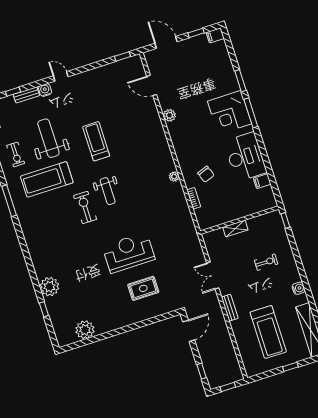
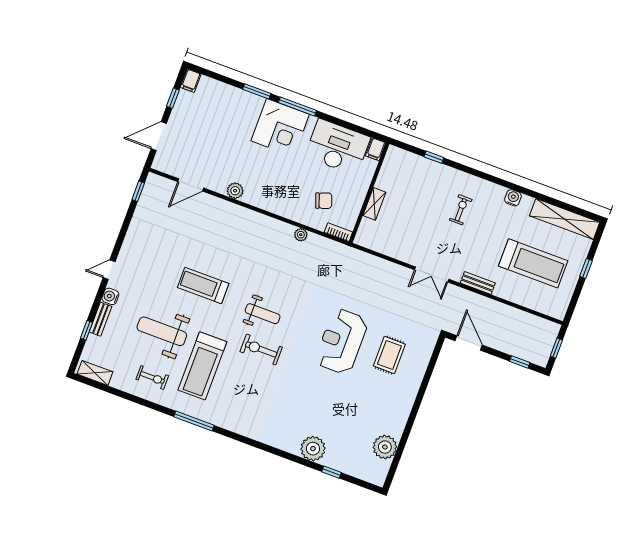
wall: (240, 220) -> (369, 193), moved
shelving: (235, 229) -> (374, 204), moved

